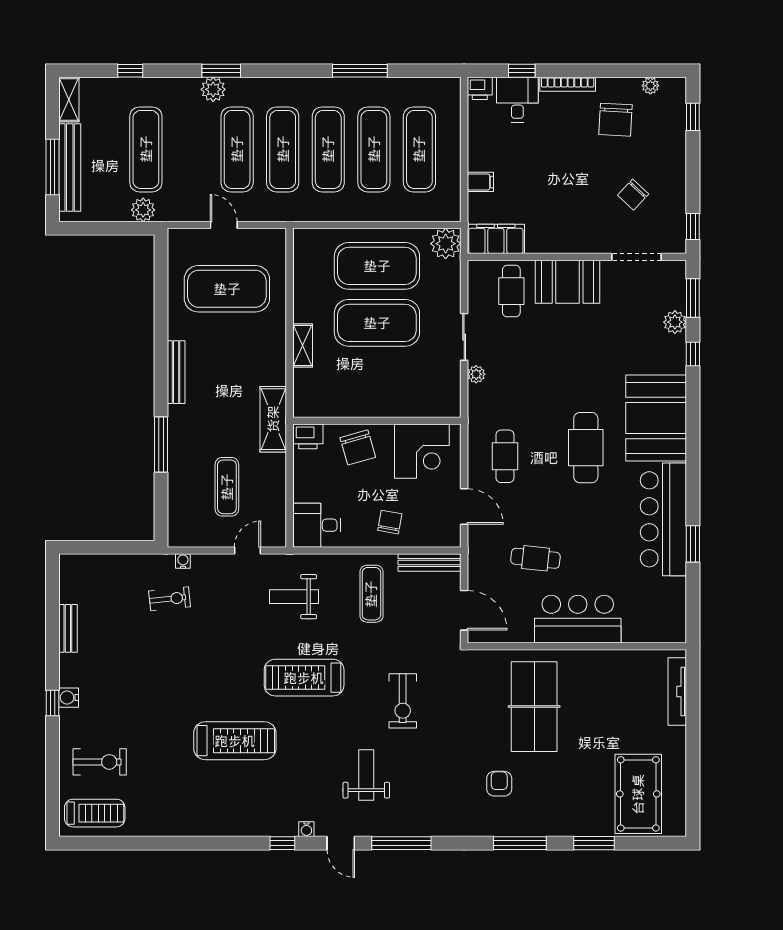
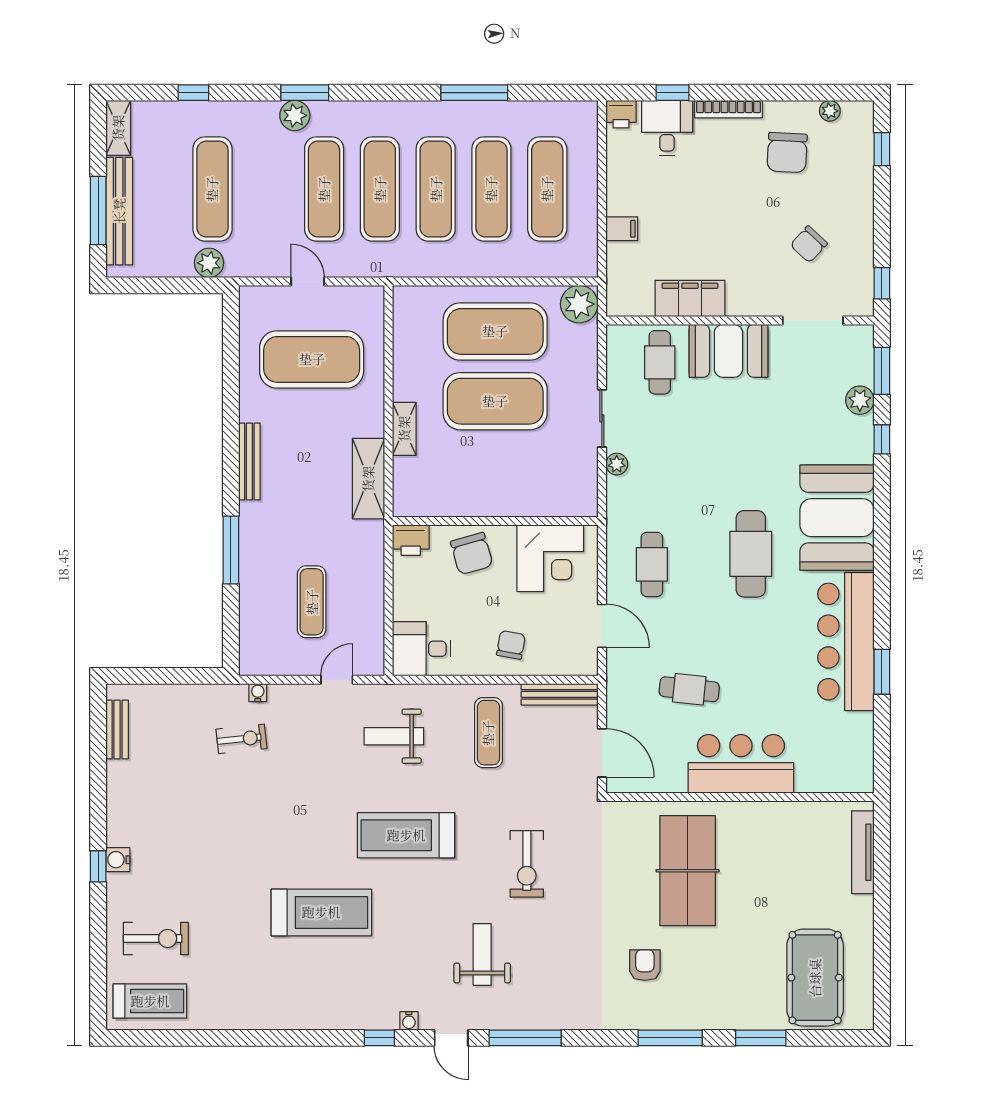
filing cabinet: (496, 239) -> (690, 298), moved
shelving: (273, 419) -> (368, 479), moved
bench: (68, 628) -> (117, 730), moved

